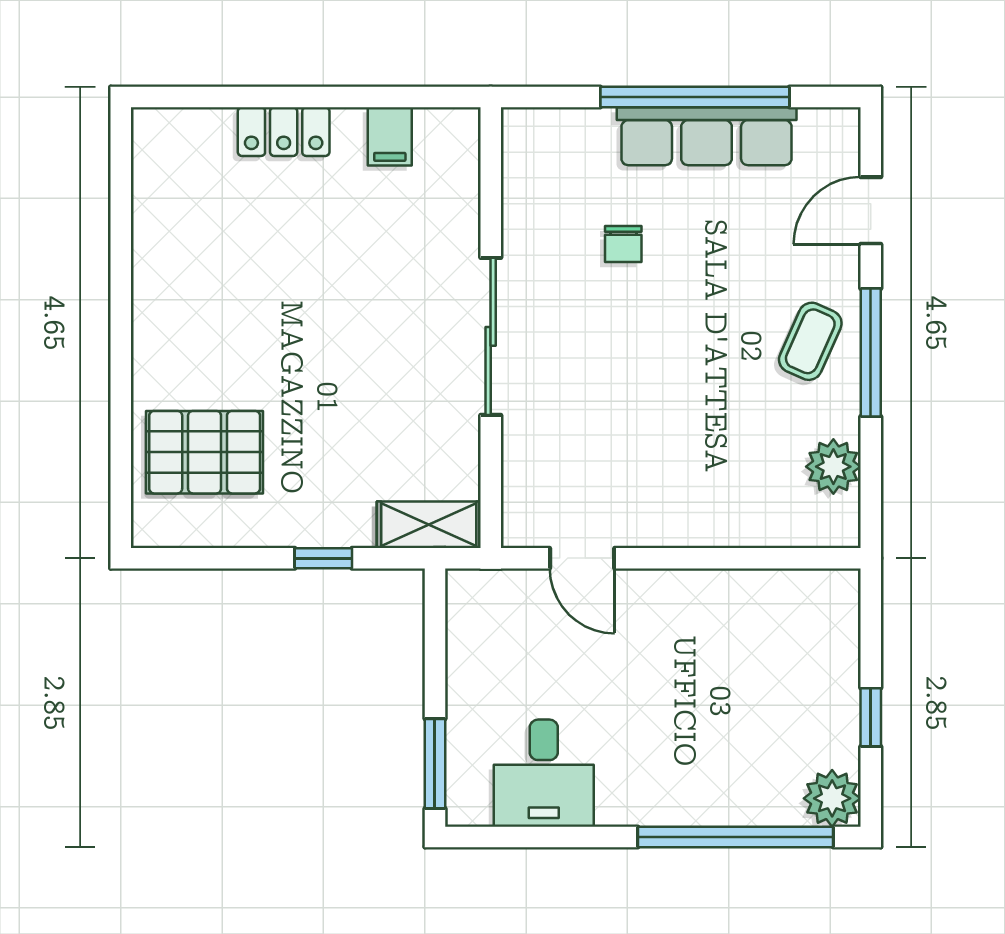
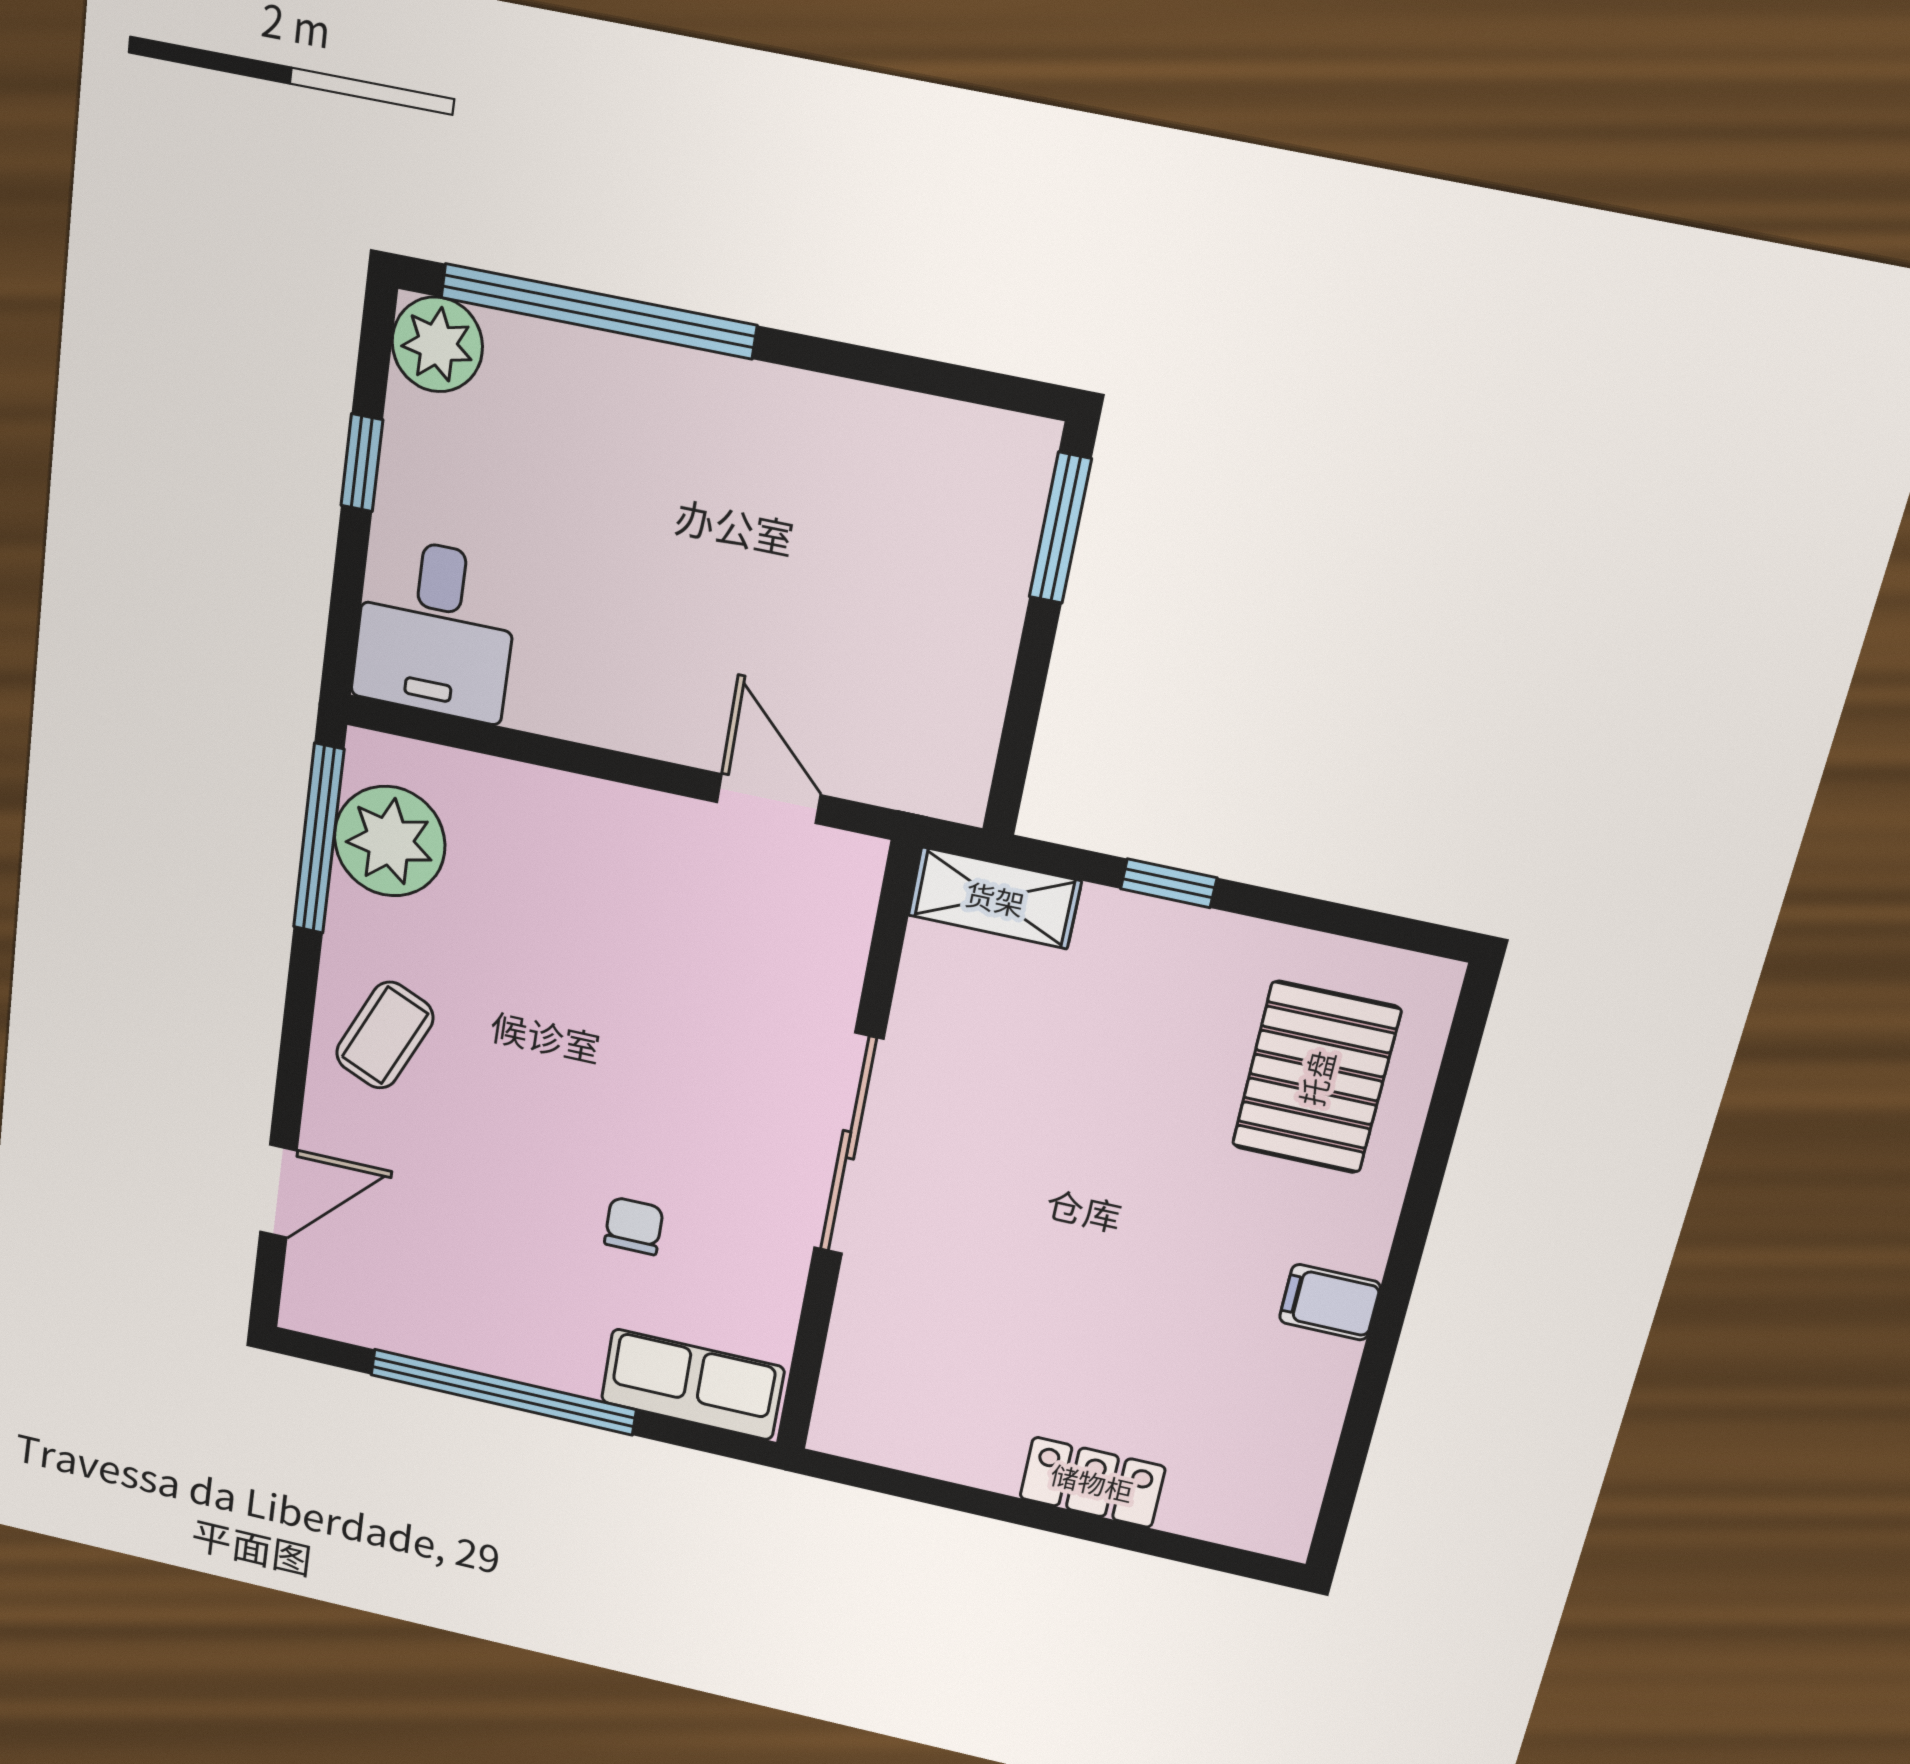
filing cabinet: (390, 136) -> (1330, 1302), moved, turned -90
row of seats: (707, 136) -> (693, 1384), moved, width x0.68
window: (871, 353) -> (319, 839), moved
pallet: (205, 452) -> (1316, 1078), turned 90
plant: (833, 467) -> (390, 841), width x1.36, depth x1.36
desk: (544, 773) -> (435, 629), moved, turned 180

